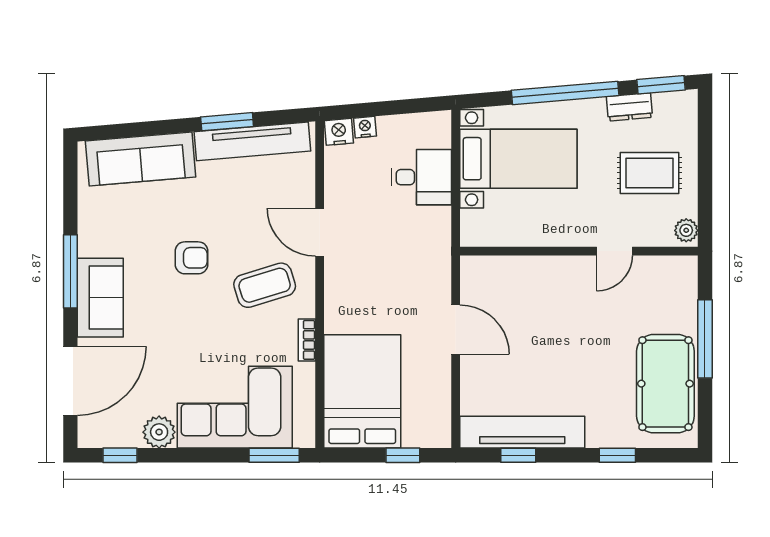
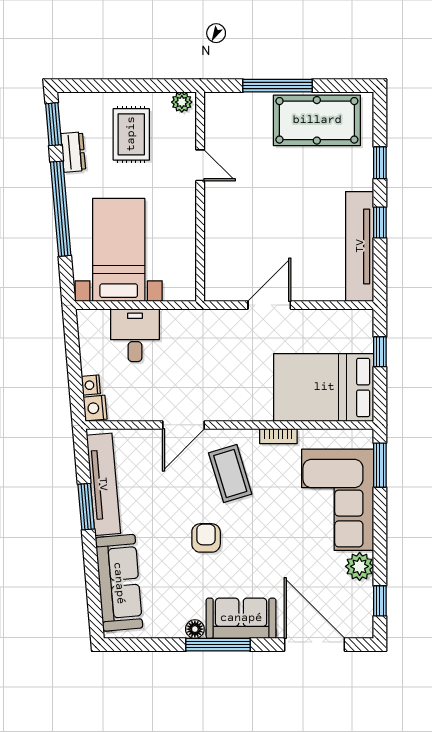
floor lamp: (88, 245) -> (195, 629), added
window: (518, 455) -> (380, 223), moved

